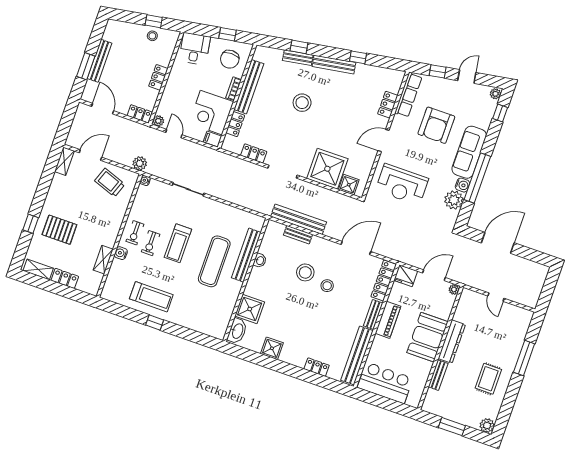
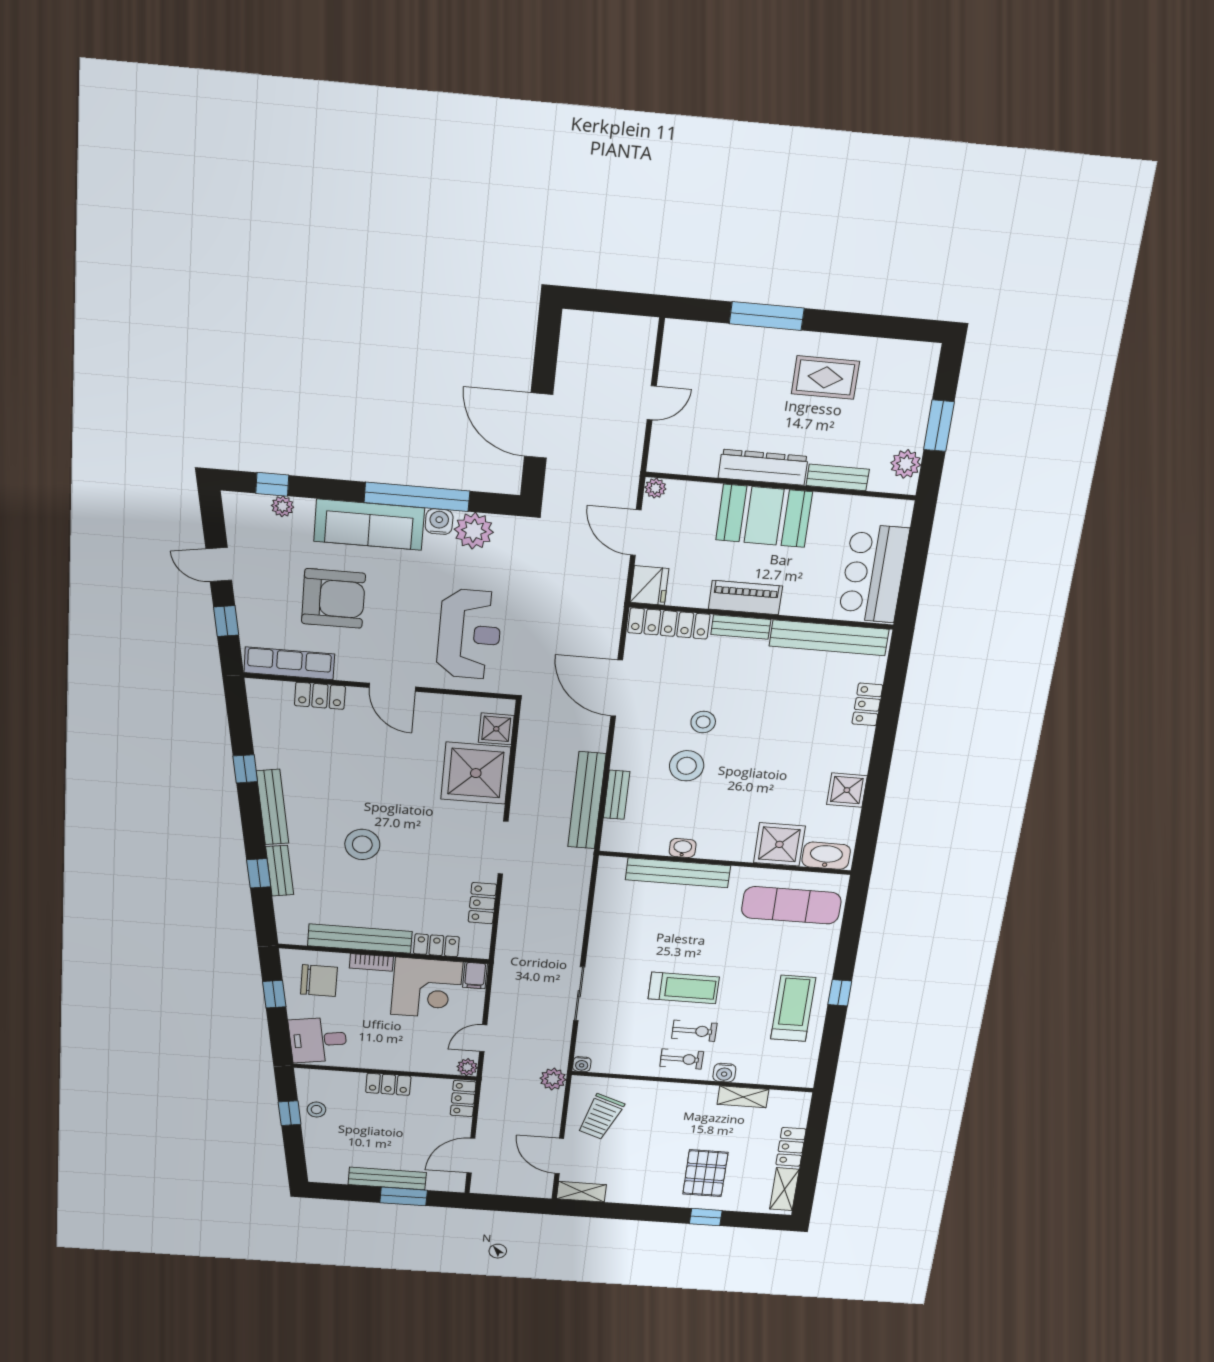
plant: (495, 94) -> (283, 506), moved
exercise mat: (214, 261) -> (791, 905), moved
plant: (487, 426) -> (906, 464), moved

